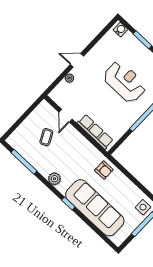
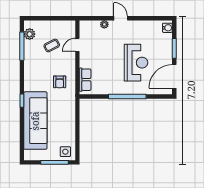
row of seats: (95, 132) -> (85, 80), width x0.68
armchair: (104, 170) -> (60, 82), moved
plant: (54, 179) -> (30, 34), moved

